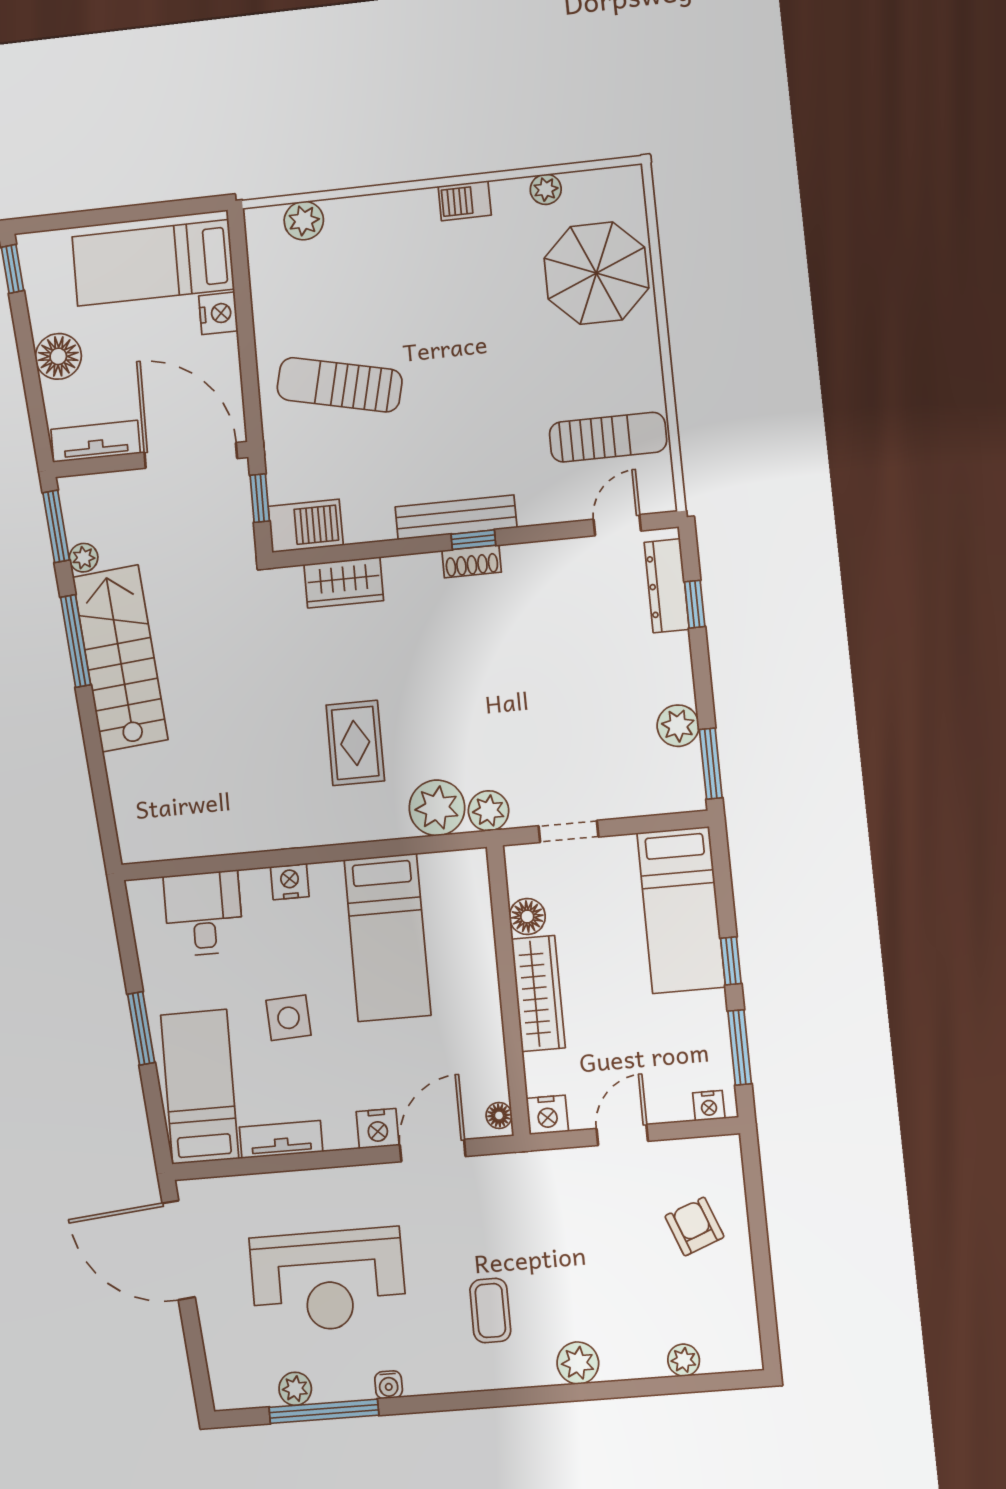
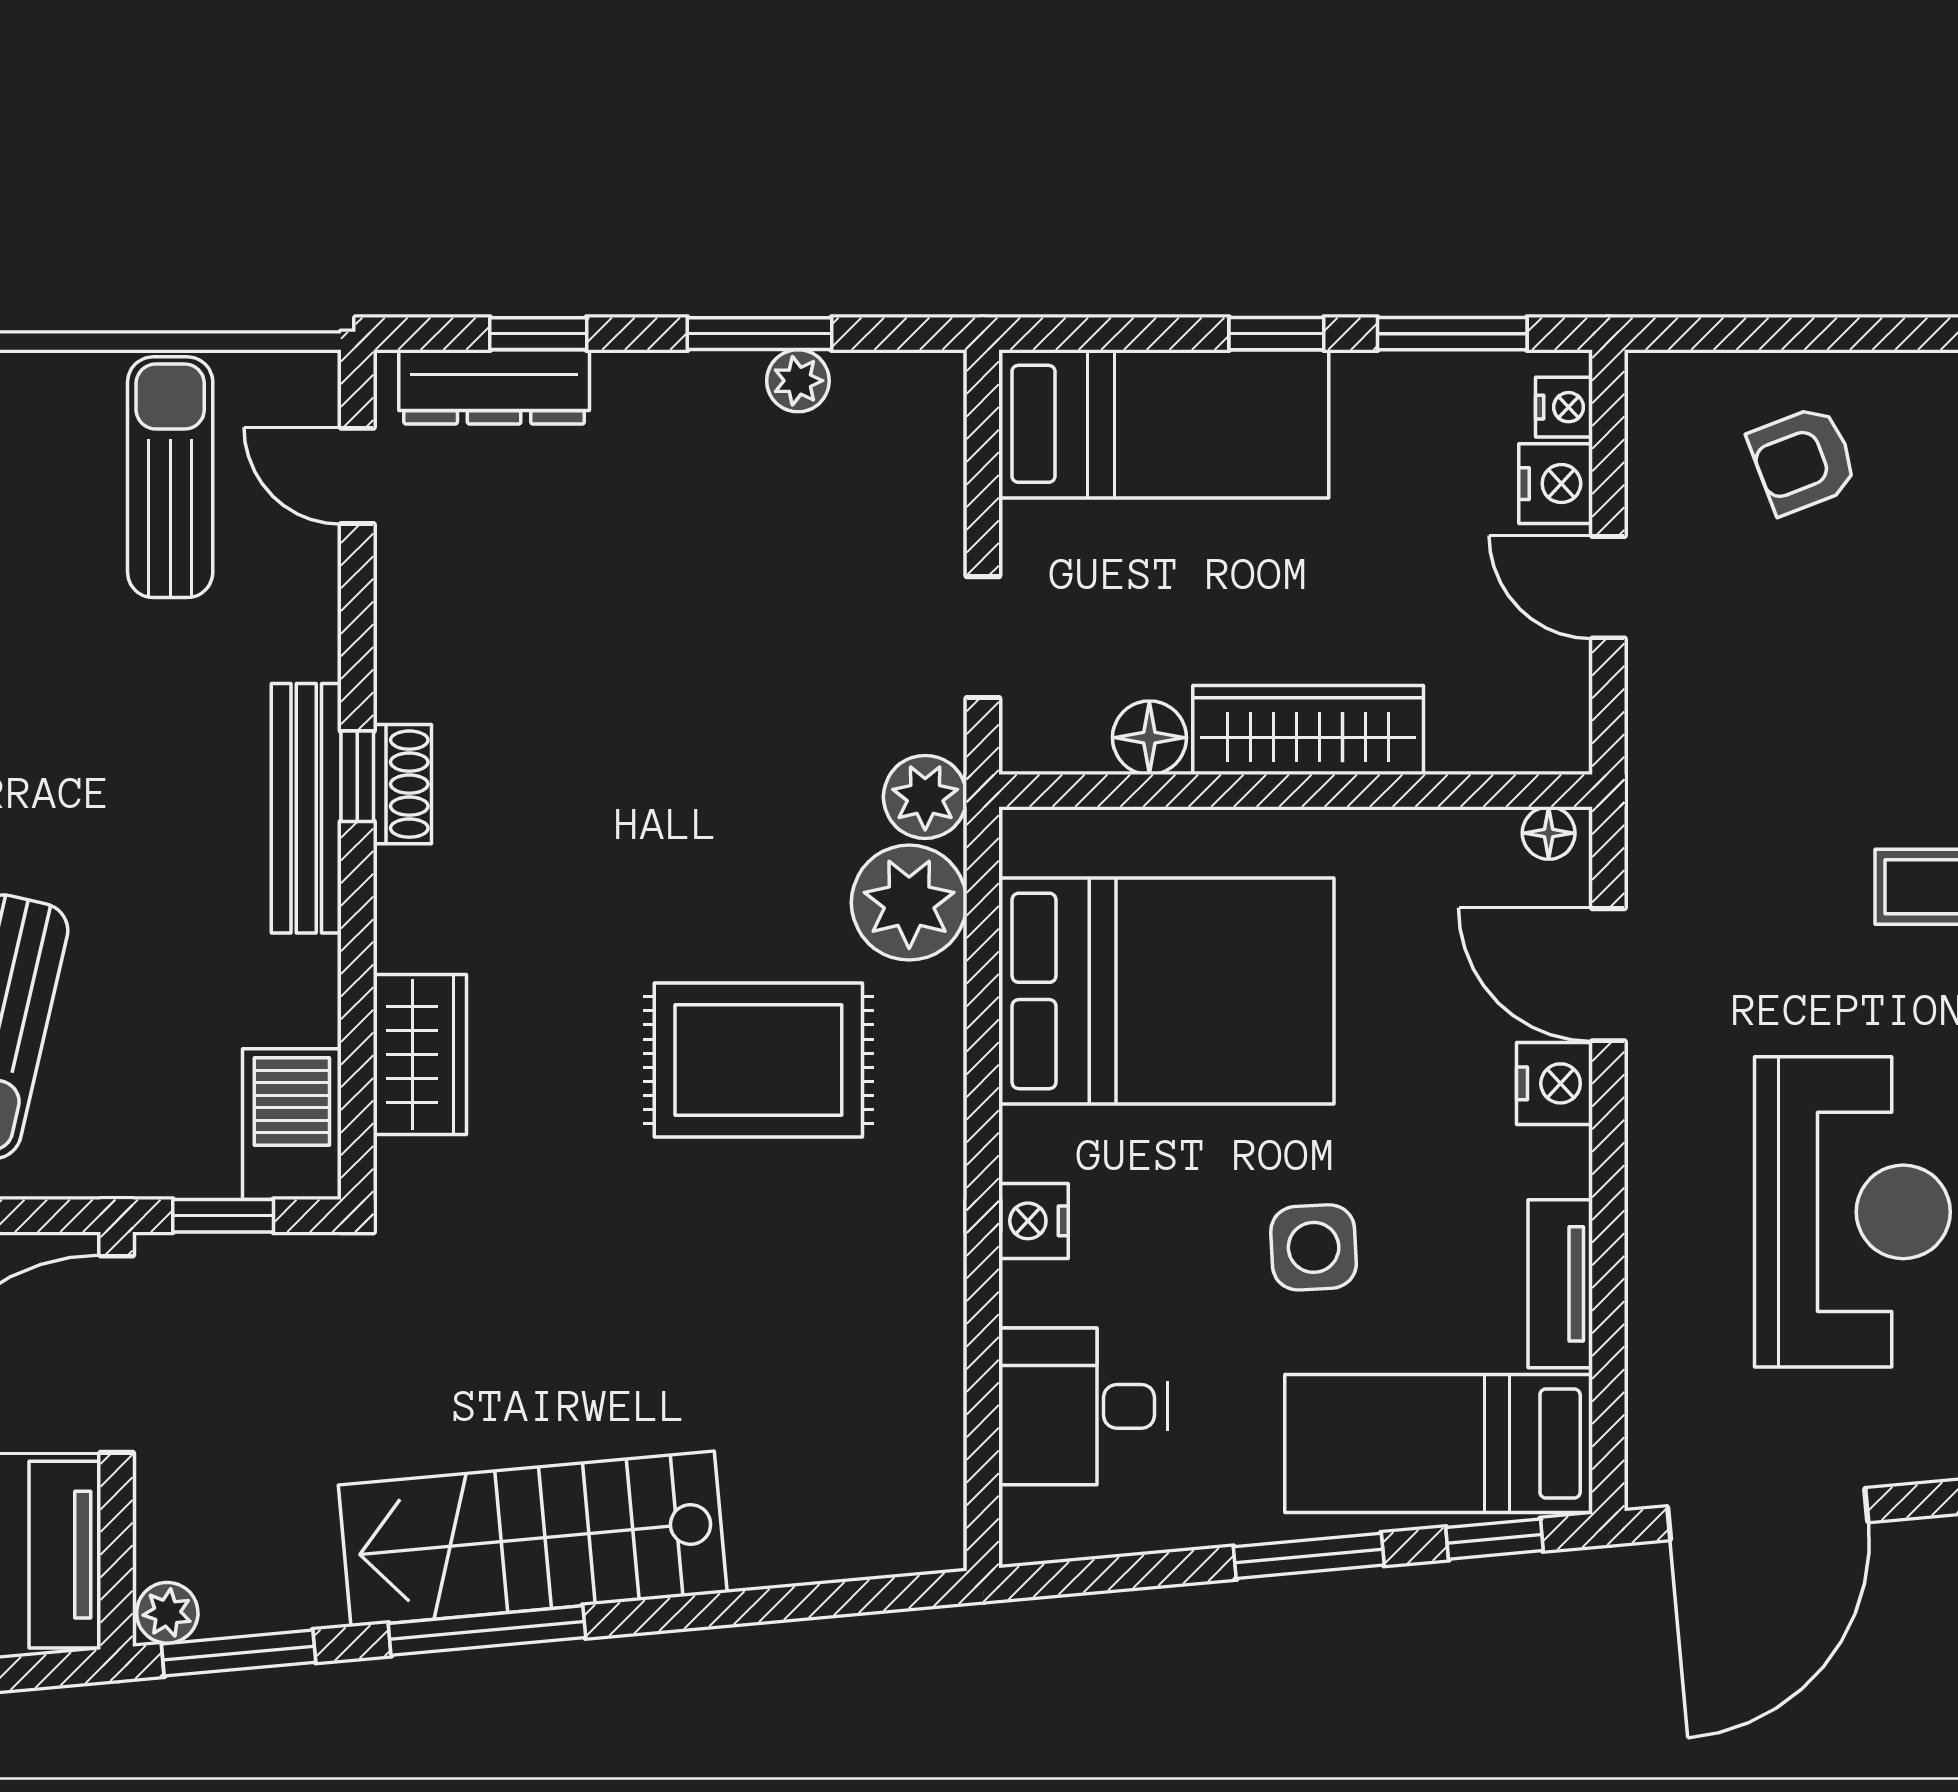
plant: (84, 558) -> (167, 1613), moved
plant: (678, 726) -> (798, 381), width x0.73, depth x0.73
rug: (355, 743) -> (758, 1060), width x1.36, depth x1.43
window: (711, 764) -> (759, 334), moved
bed: (387, 937) -> (1166, 991), width x1.50
nightstand: (547, 1115) -> (1556, 484), moved
window: (156, 1118) -> (1494, 1539), added

